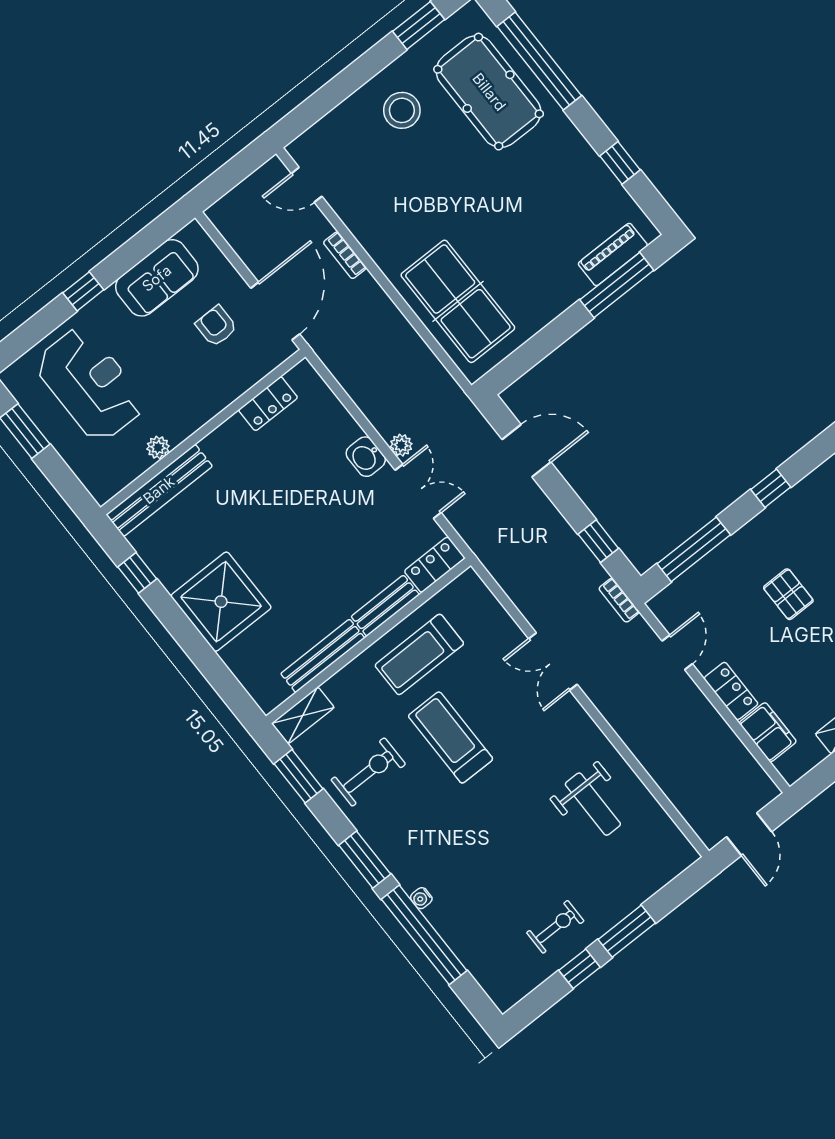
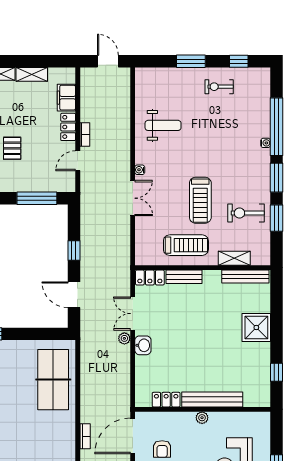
plant: (158, 448) -> (202, 418), moved
bench: (159, 490) -> (212, 399), moved
window: (598, 541) -> (74, 250), moved
bookcase: (619, 600) -> (85, 135), moved
shower: (221, 602) -> (256, 328), width x0.73, depth x0.73
bench: (323, 656) -> (245, 276), moved
water cooler: (575, 712) -> (140, 170), added
shelving: (303, 715) -> (234, 258), moved
window: (299, 776) -> (277, 218), moved
weight bench: (593, 804) -> (163, 125), turned 90
door: (749, 834) -> (108, 61), hinge flipped
window: (580, 969) -> (239, 61), moved

